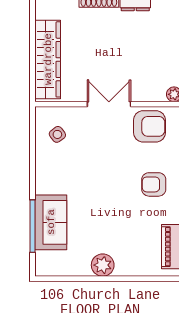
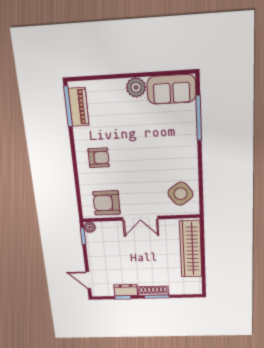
side table: (57, 134) -> (180, 194), width x1.87, depth x1.87
sofa: (51, 222) -> (172, 89), moved, turned -90

